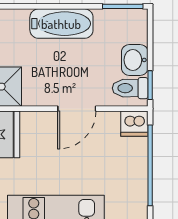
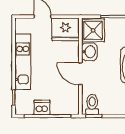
washbasin: (135, 60) -> (89, 52), moved, turned 90
dishwasher: (134, 124) -> (42, 107), moved, turned 90

